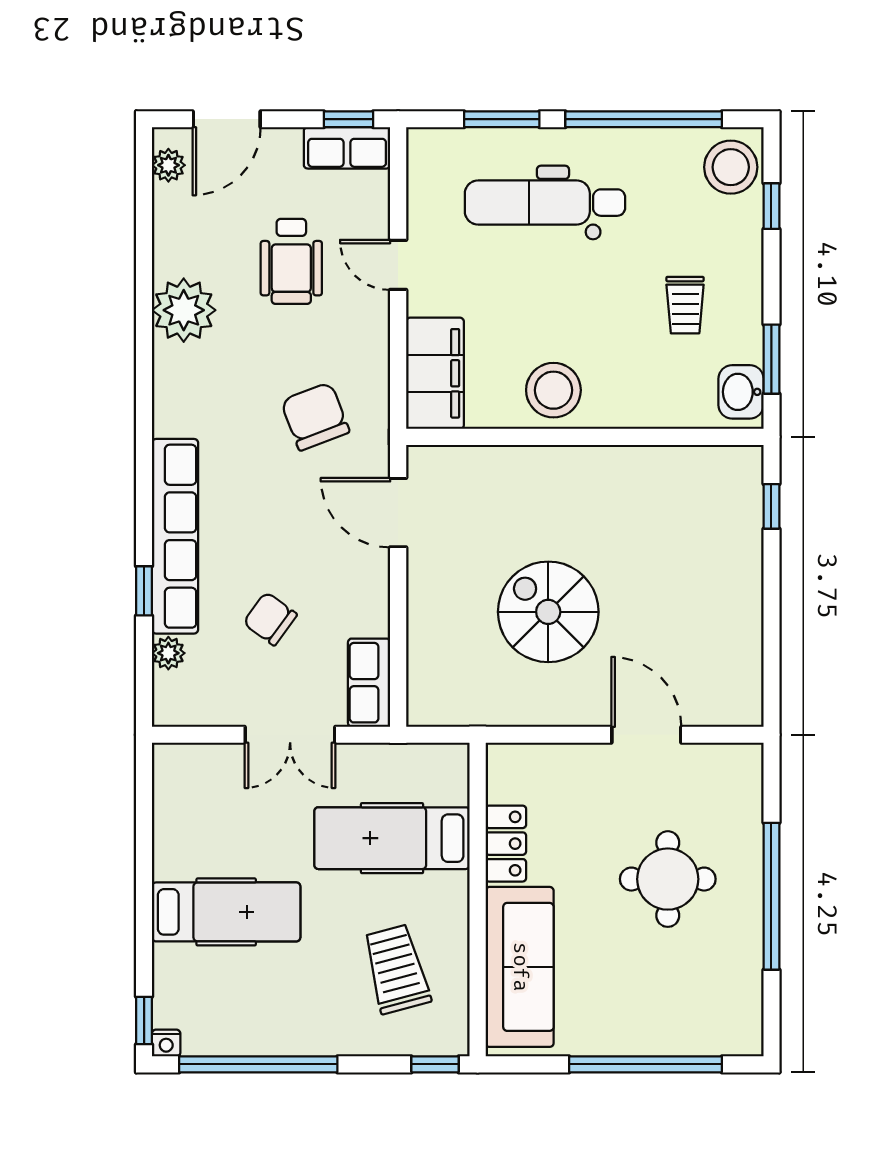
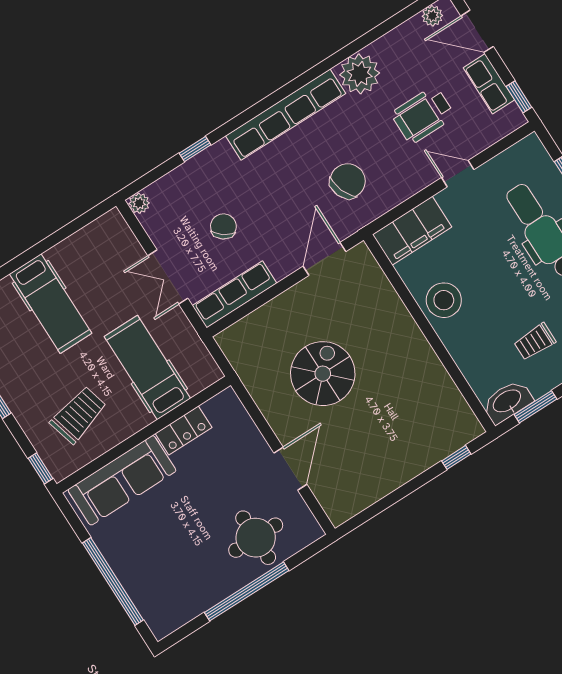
row of seats: (347, 148) -> (489, 84), moved
door: (398, 265) -> (458, 174), hinge flipped
washbasin: (741, 392) -> (507, 402), width x1.38
row of seats: (175, 536) -> (286, 115), moved
plant: (168, 653) -> (139, 203), moved
row of seats: (369, 683) -> (234, 294), width x1.48
round table: (668, 879) -> (256, 538), moved

